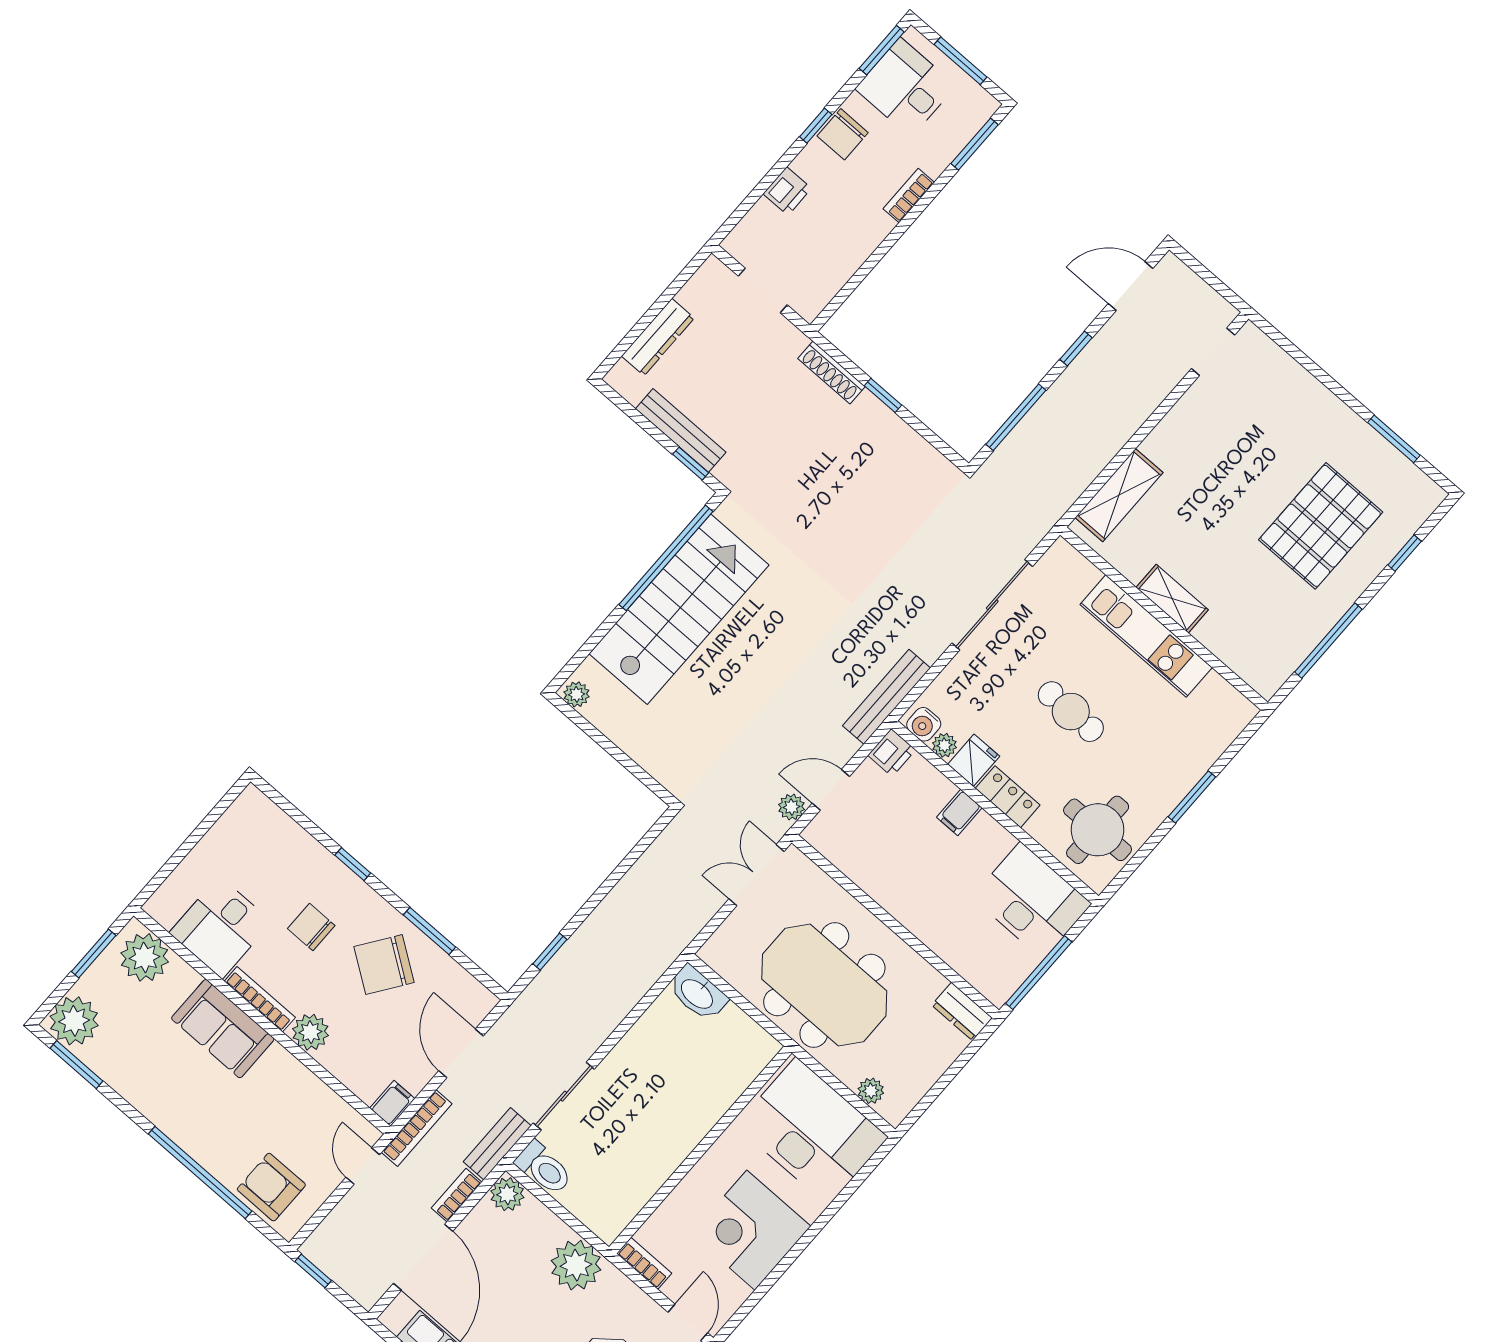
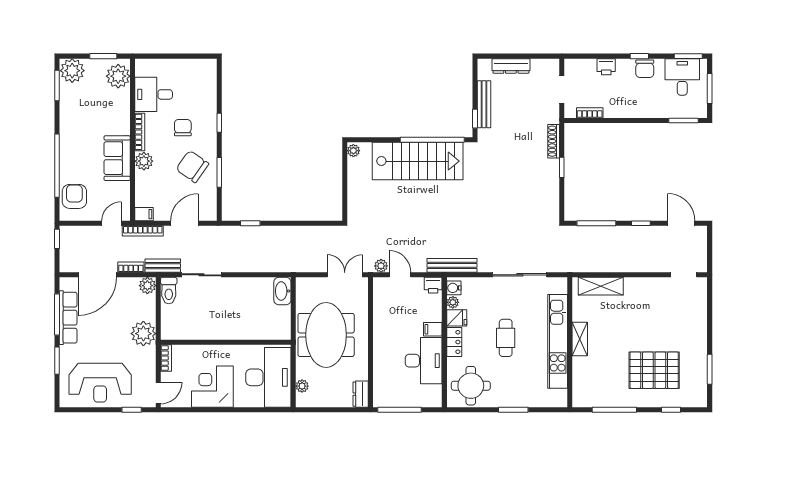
chair: (843, 134) -> (645, 69), turned -90
bookcase: (909, 196) -> (590, 113), moved
kitchen unit: (1146, 636) -> (558, 341), width x1.36
desk: (1032, 901) -> (424, 361), moved
sofa: (223, 1029) -> (117, 158), moved

